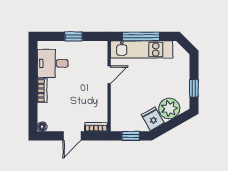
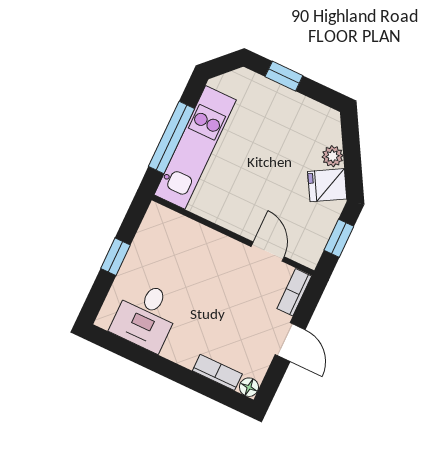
door: (109, 75) -> (268, 252), moved
window: (194, 88) -> (284, 76), moved
bookcase: (42, 91) -> (217, 372), moved
plant: (169, 108) -> (333, 156), width x0.53, depth x0.53

